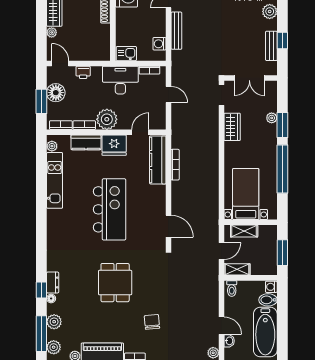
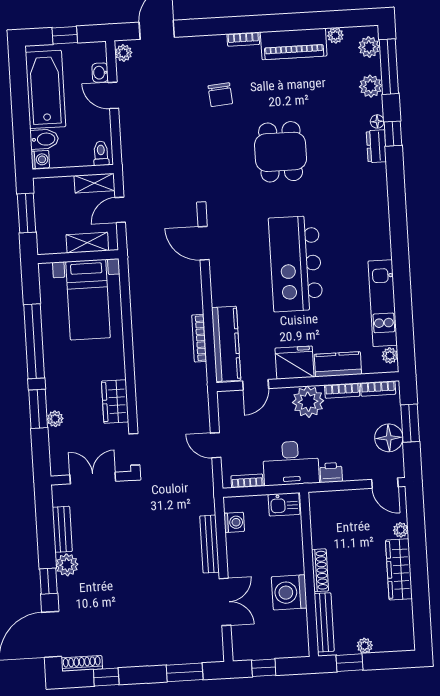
plant: (270, 11) -> (67, 565), moved
window: (282, 41) -> (48, 581), moved
printer: (83, 72) -> (331, 473), moved

